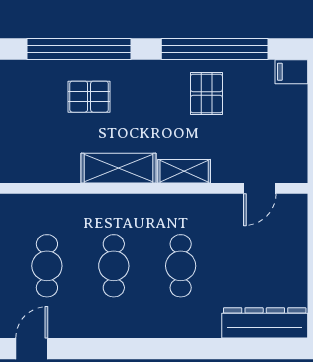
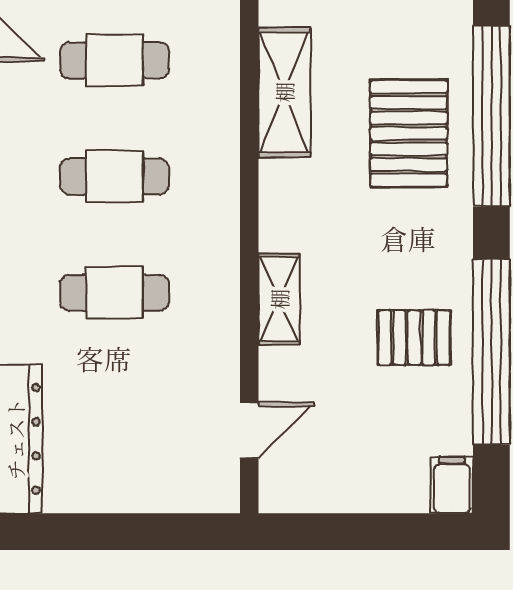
pallet: (89, 97) -> (409, 133), width x1.50, depth x1.42
shelving: (118, 168) -> (284, 92), moved
door: (260, 188) -> (249, 430), swing flipped

